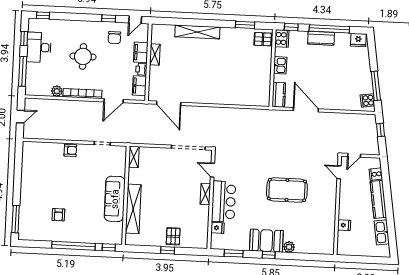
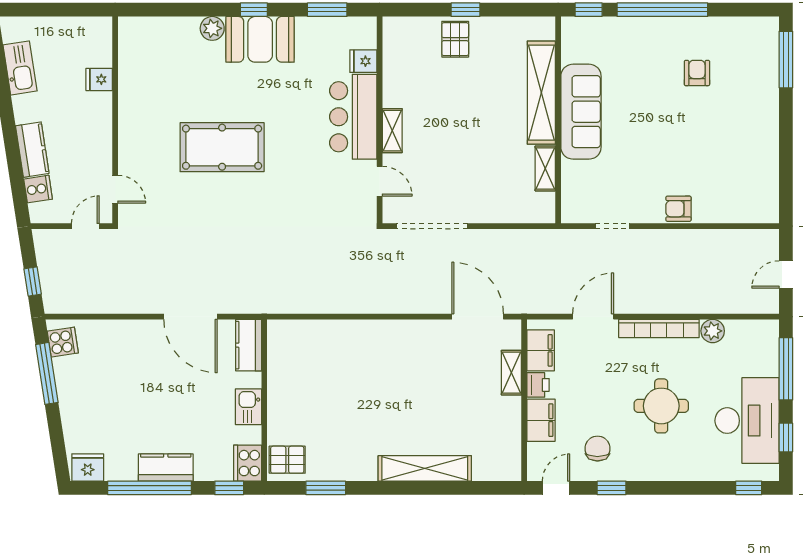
desk: (39, 47) -> (747, 421), width x1.36, depth x1.30
shelving: (155, 54) -> (511, 373), moved
shelving: (134, 157) -> (545, 168), moved
kitchen counter: (378, 199) -> (32, 150), width x0.67

